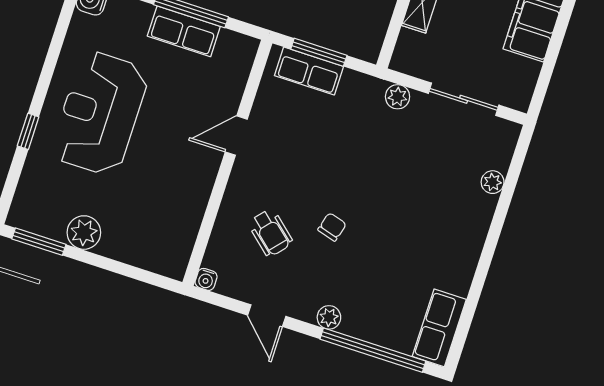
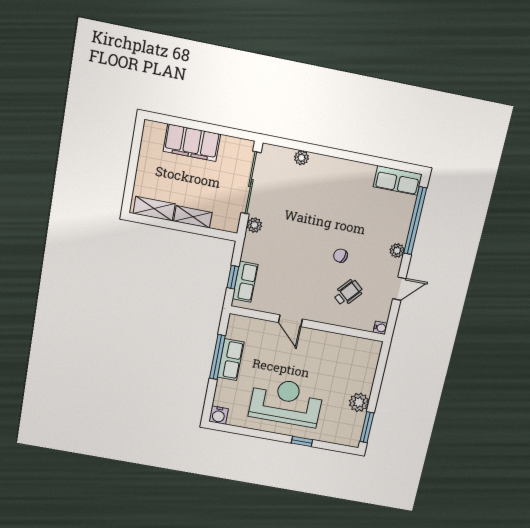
window: (319, 52) -> (233, 277), width x0.67
sliding door: (464, 99) -> (251, 183), width x1.37
reception desk: (100, 113) -> (286, 402), turned 180

